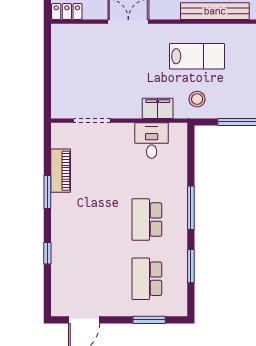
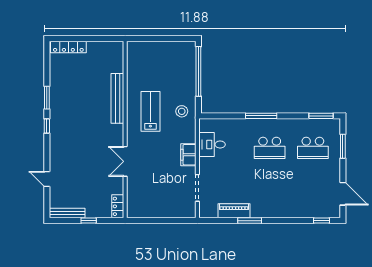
filing cabinet: (158, 108) -> (188, 155), moved
window: (47, 253) -> (322, 221), moved
window: (191, 266) -> (321, 116), moved

